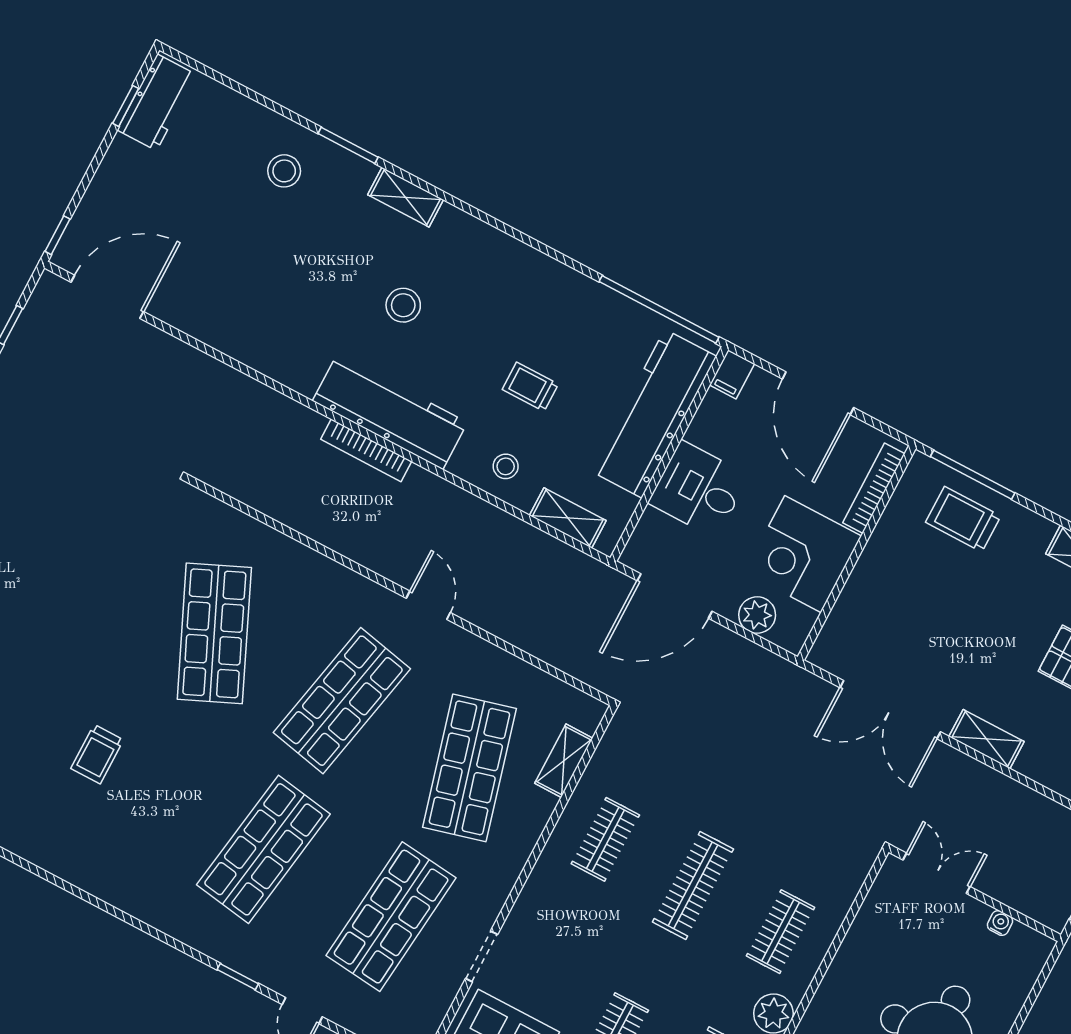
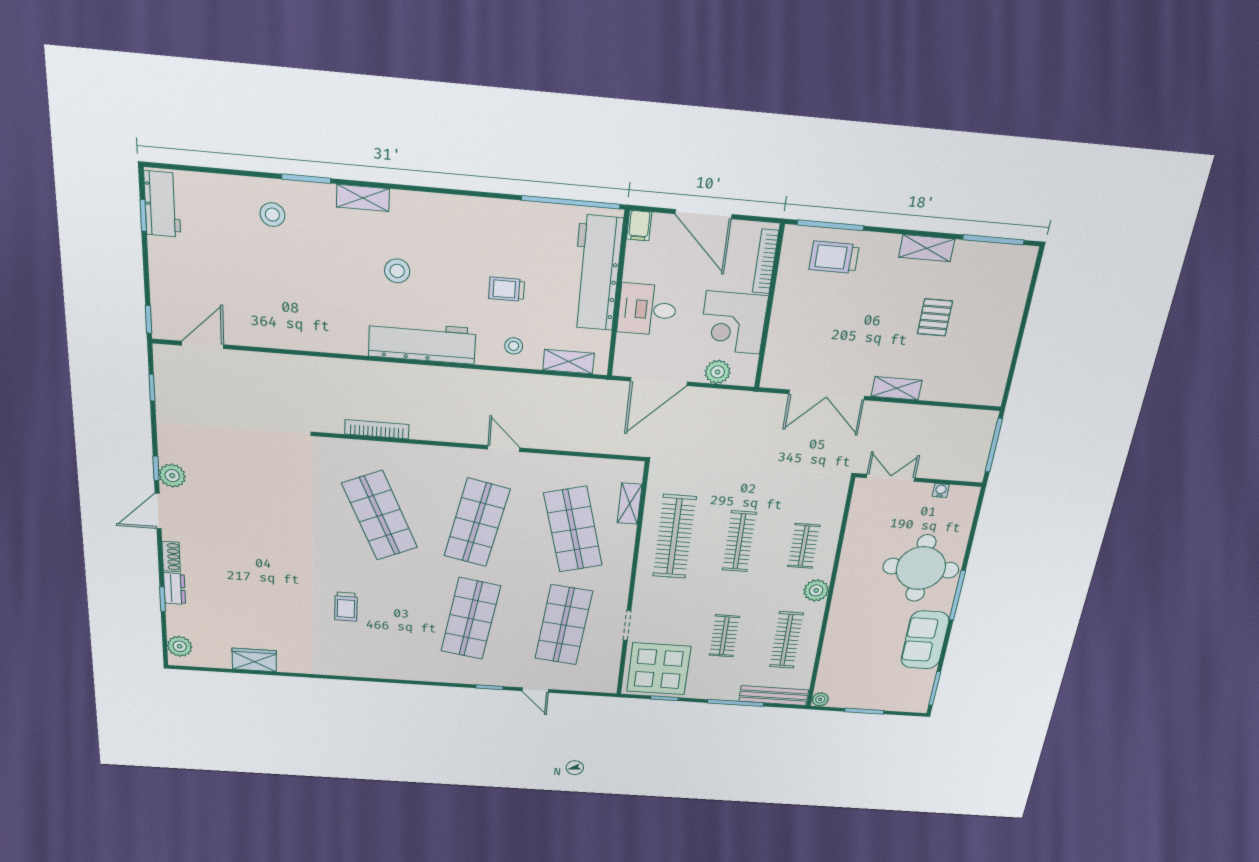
door: (107, 297) -> (203, 345), width x0.73
bookcase: (366, 450) -> (377, 429), moved, turned 180
clothes rail: (605, 839) -> (674, 537), width x1.86, depth x1.31

